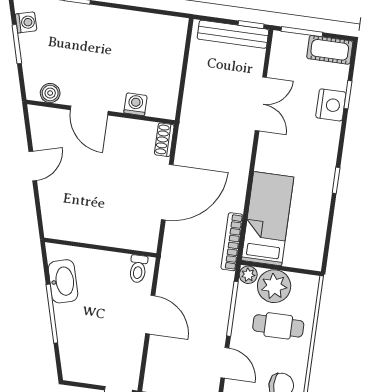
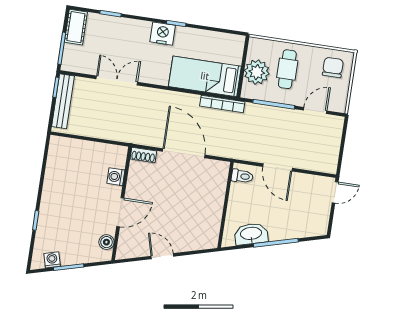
nightstand: (331, 105) -> (163, 34), moved
plant: (248, 275) -> (248, 92), removed
door: (150, 315) -> (277, 167), swing flipped

